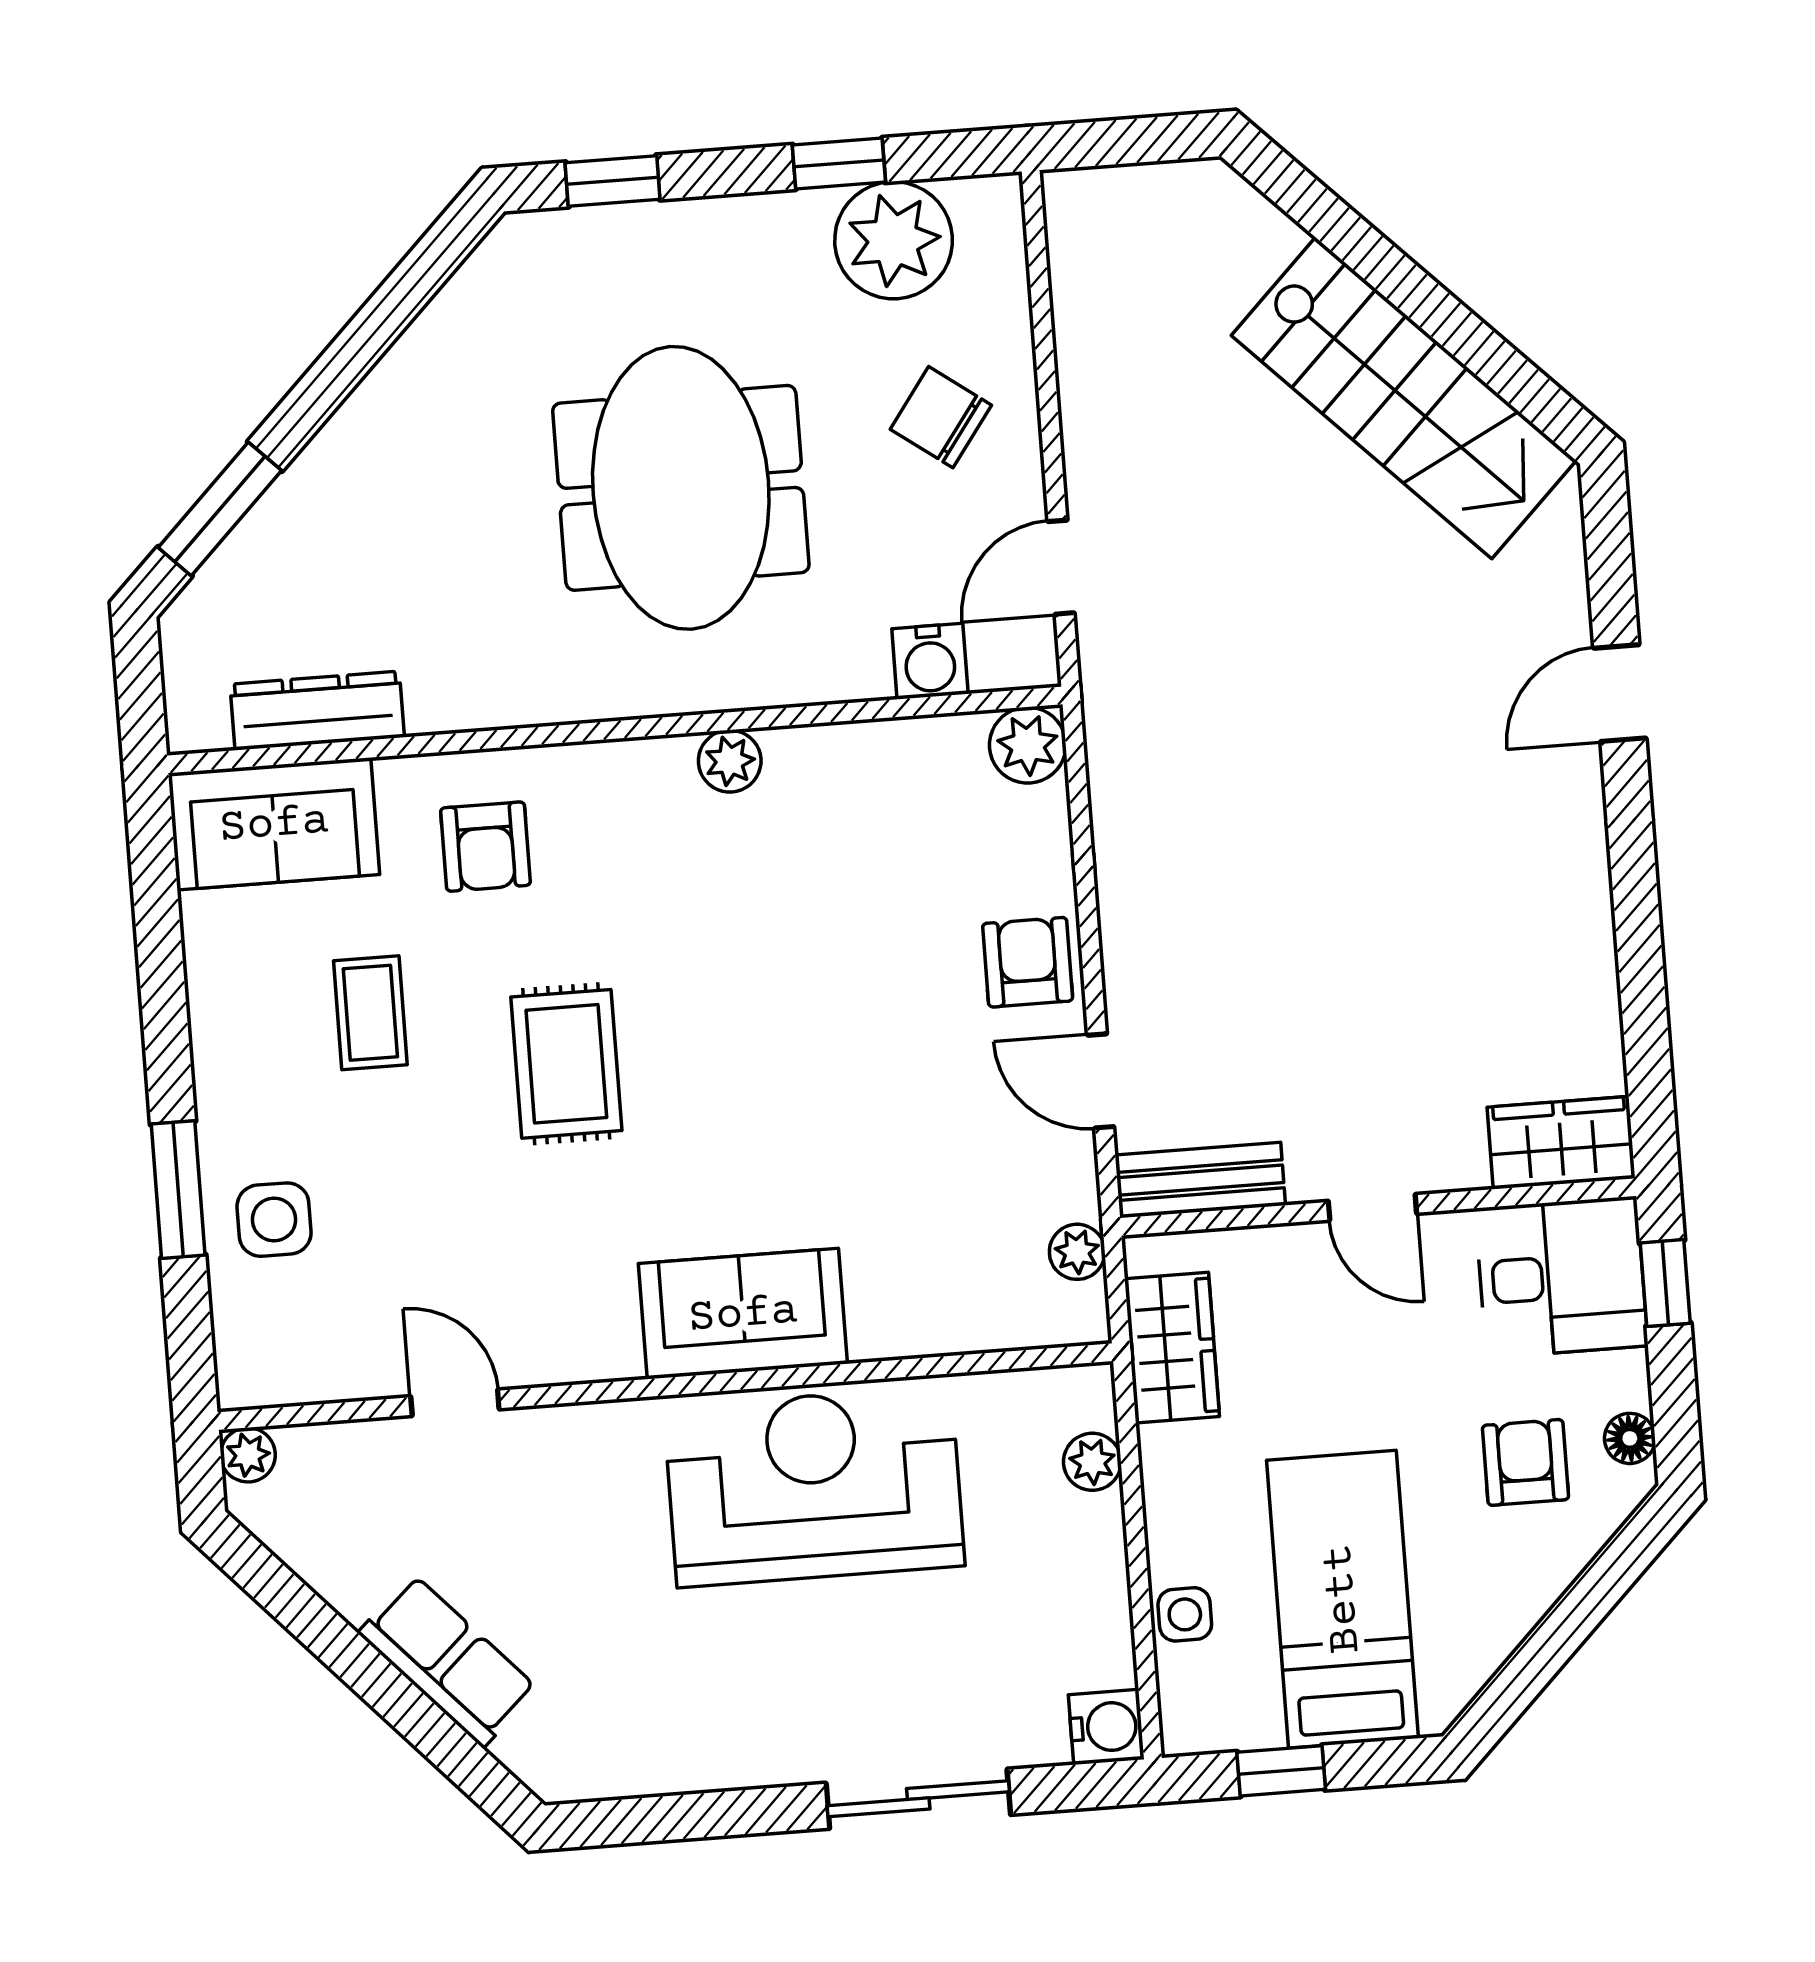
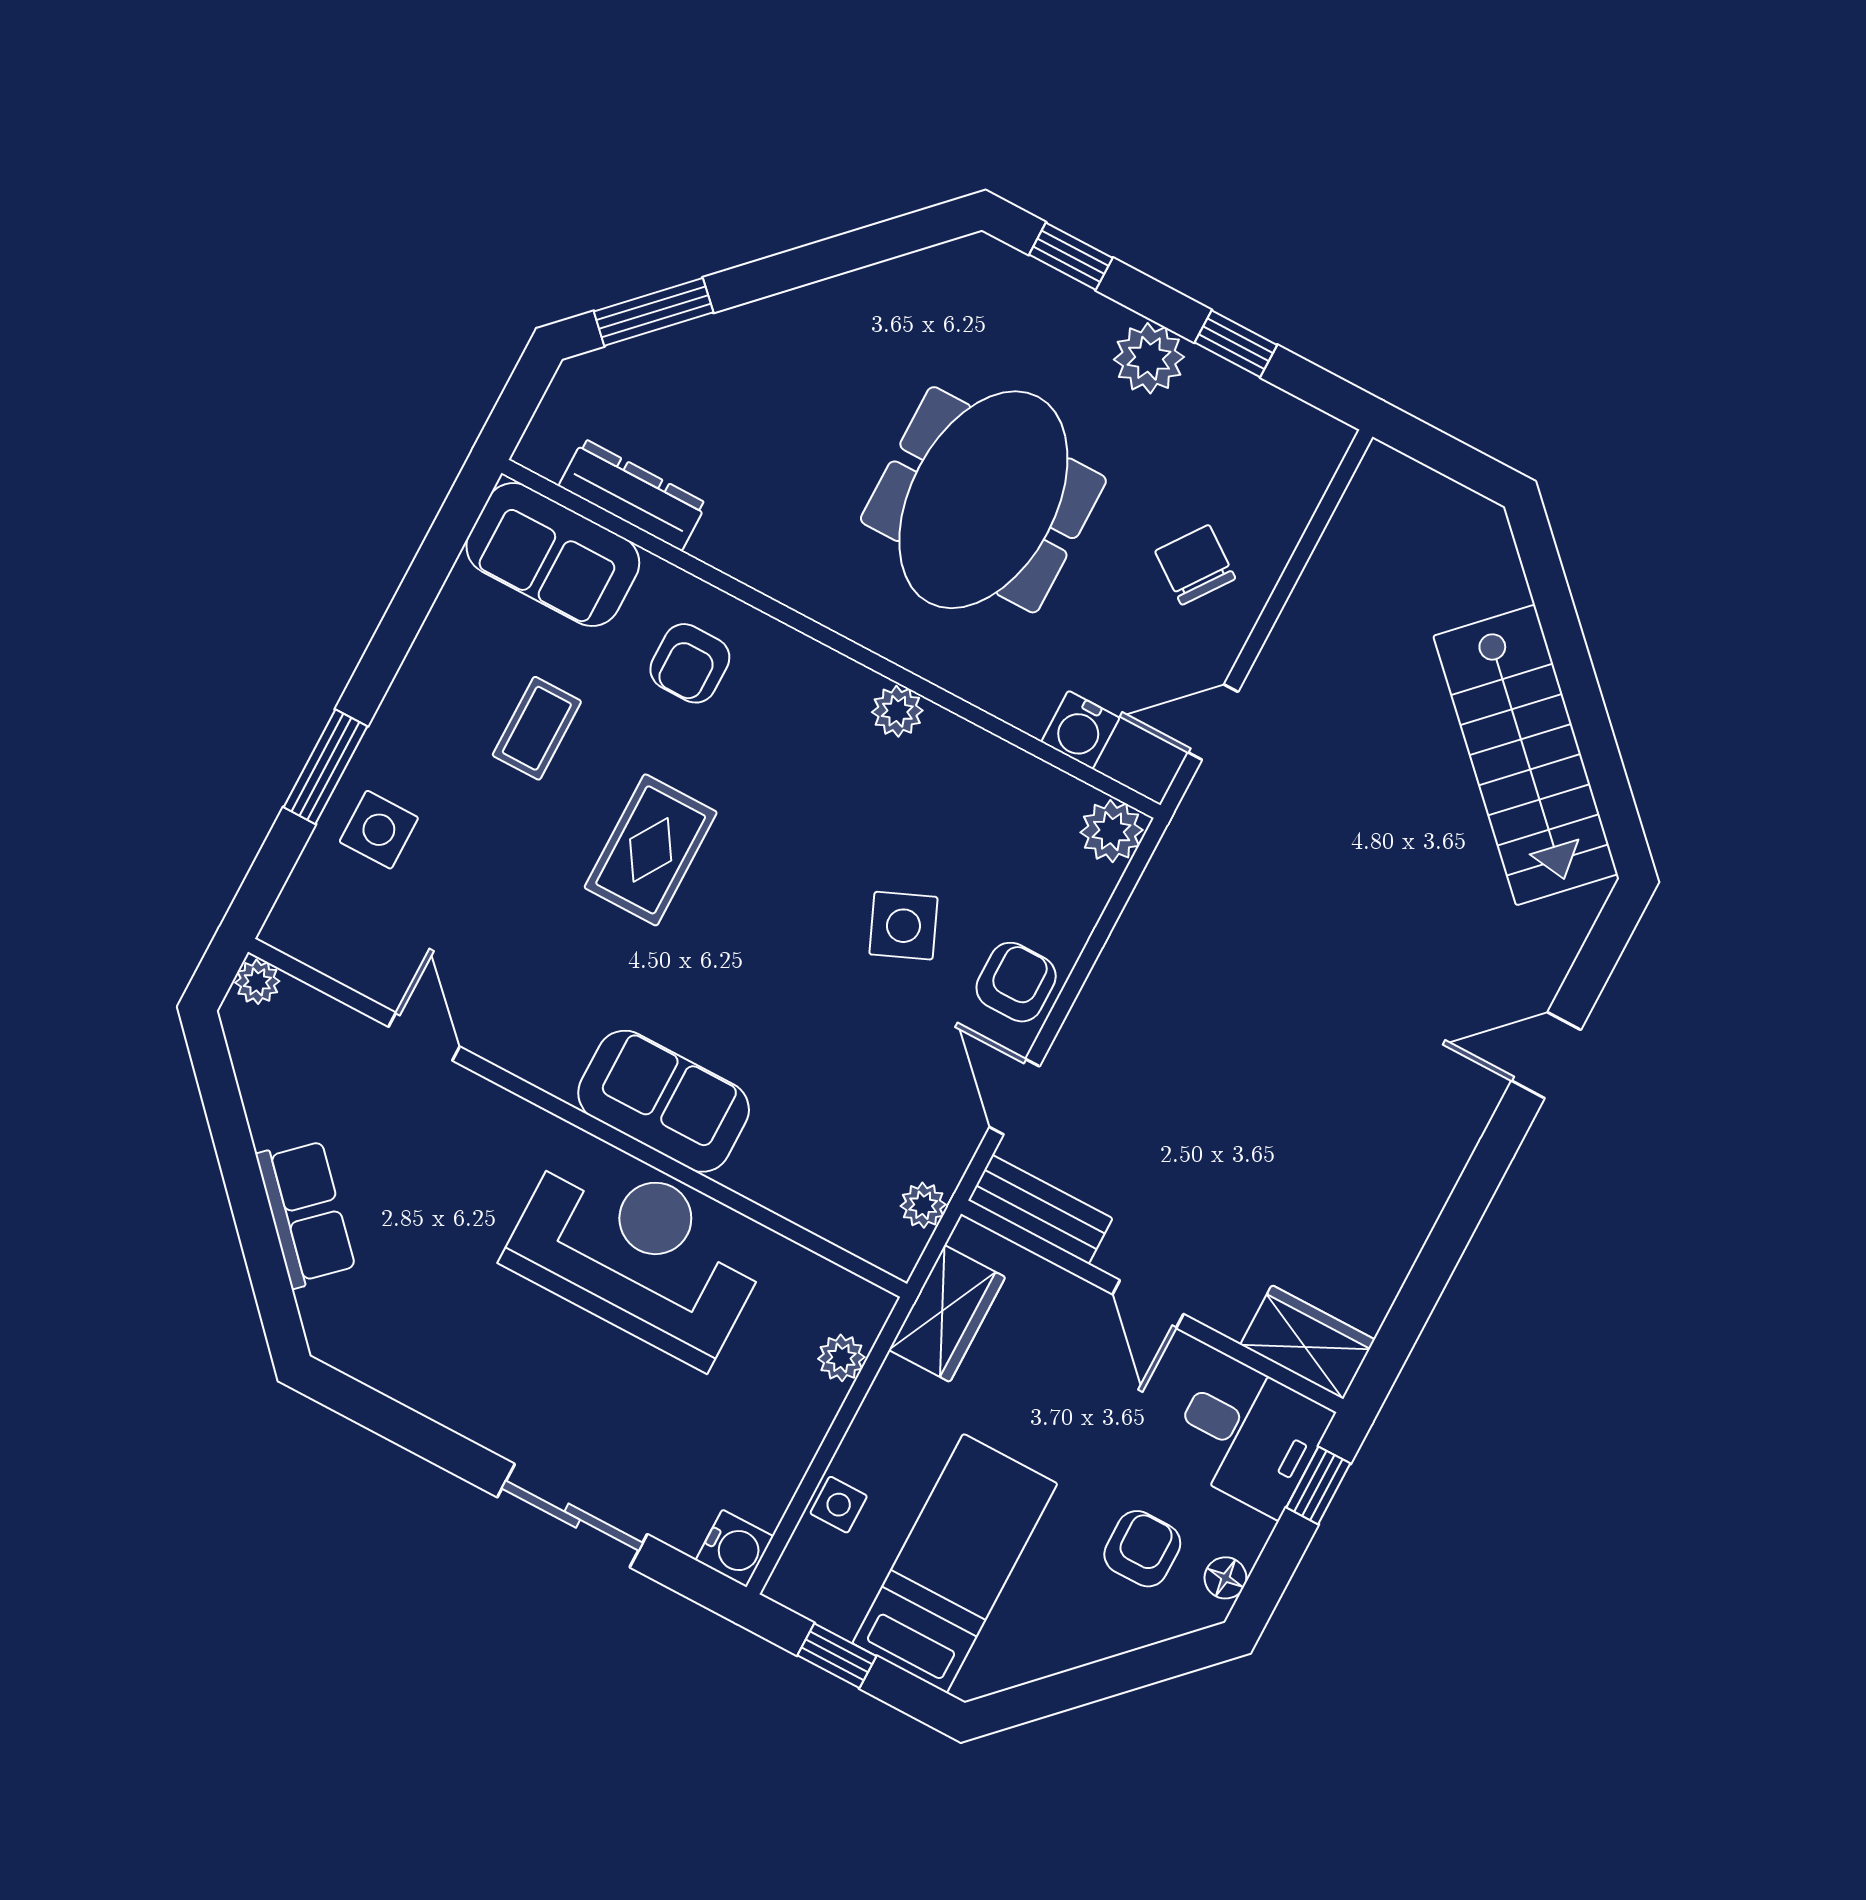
plant: (894, 240) -> (1149, 358), moved, width x0.73, depth x0.73
side table: (875, 977) -> (903, 926), added

